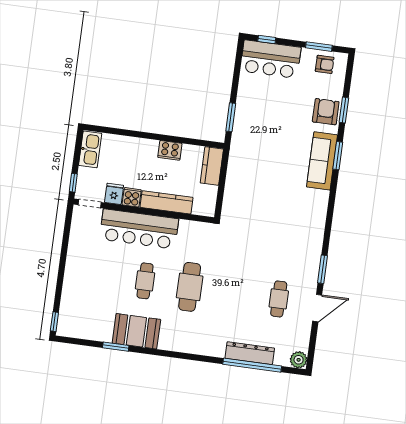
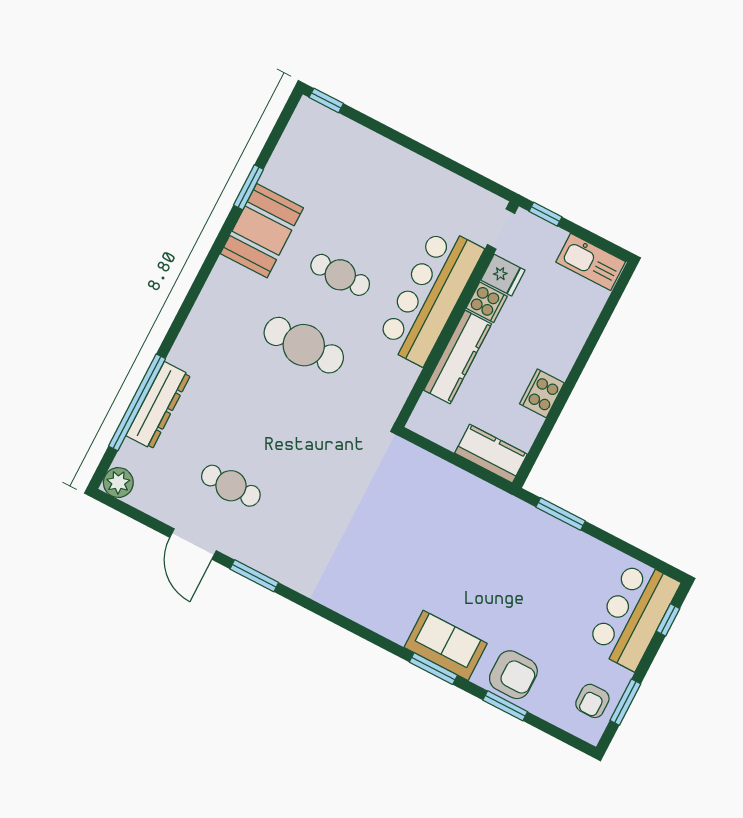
sofa: (322, 161) -> (446, 645), width x0.73

